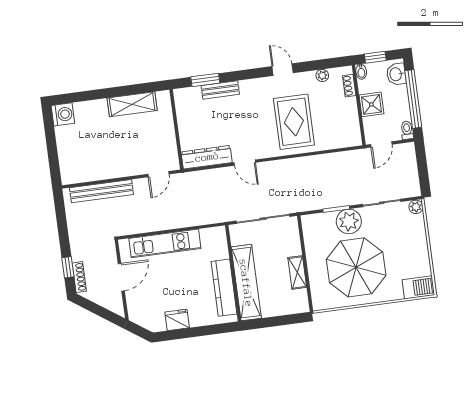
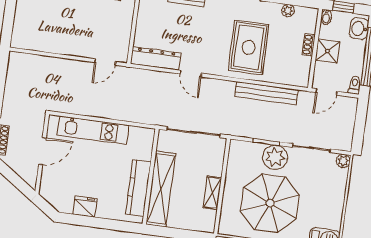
shoe rack: (349, 86) -> (309, 45), moved
bench: (101, 191) -> (266, 93), moved

